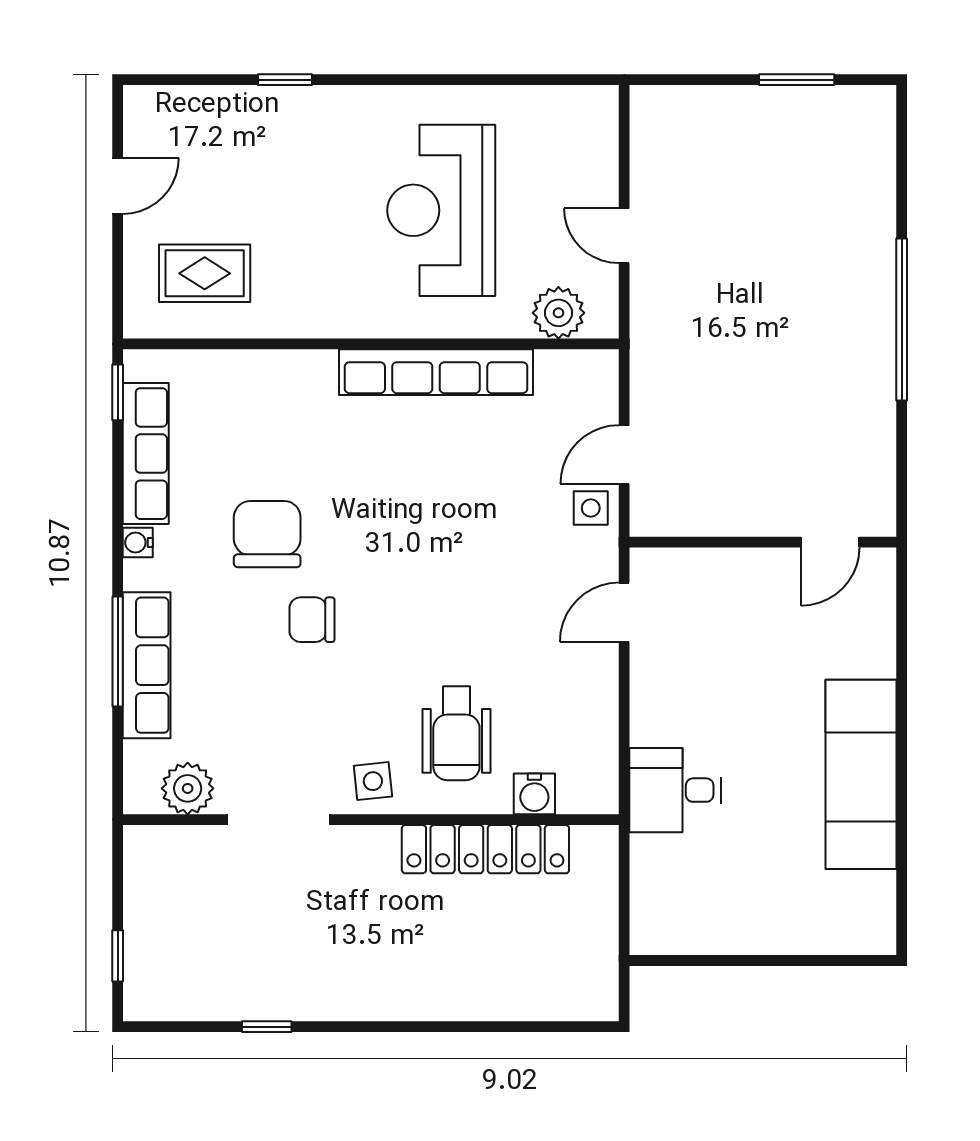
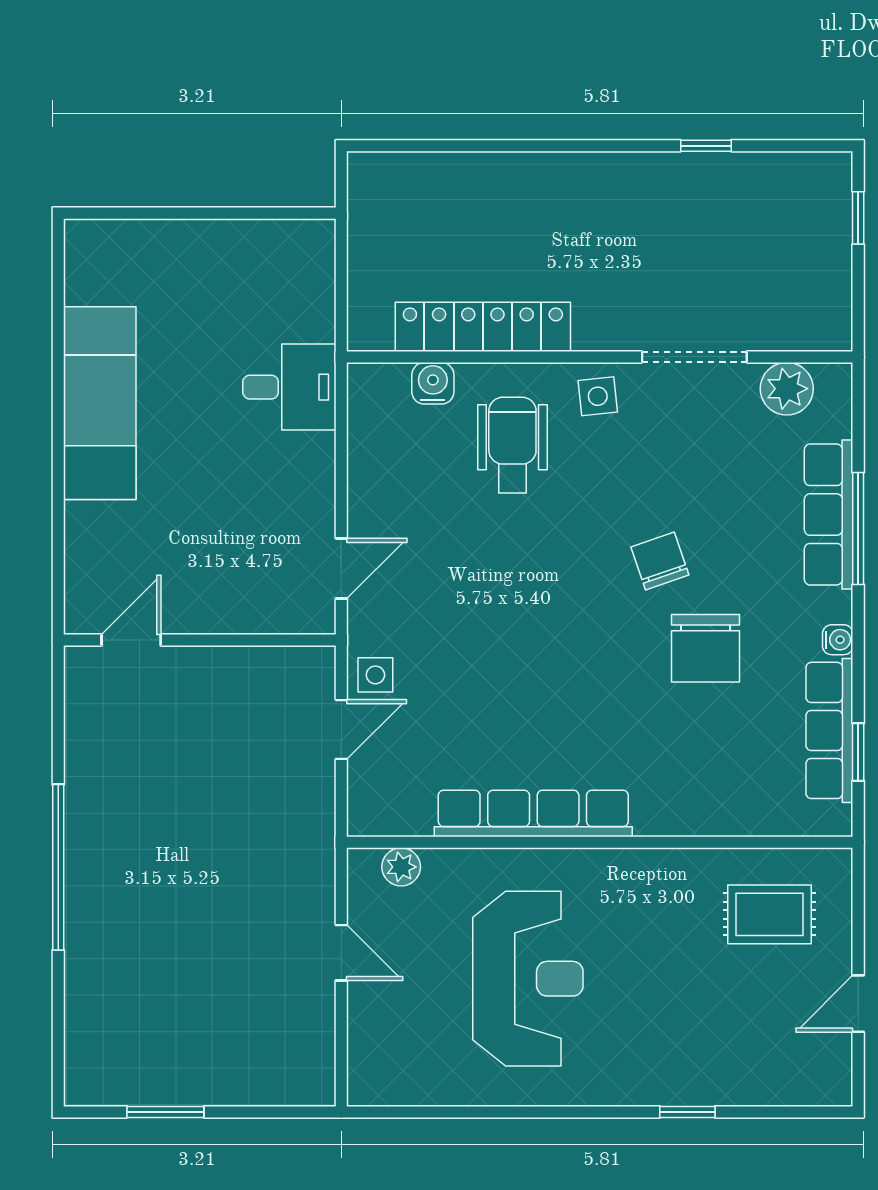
plant: (558, 313) -> (401, 867), width x0.73, depth x0.73
window: (118, 392) -> (858, 752), moved
chair: (312, 620) -> (660, 561), turned -109

